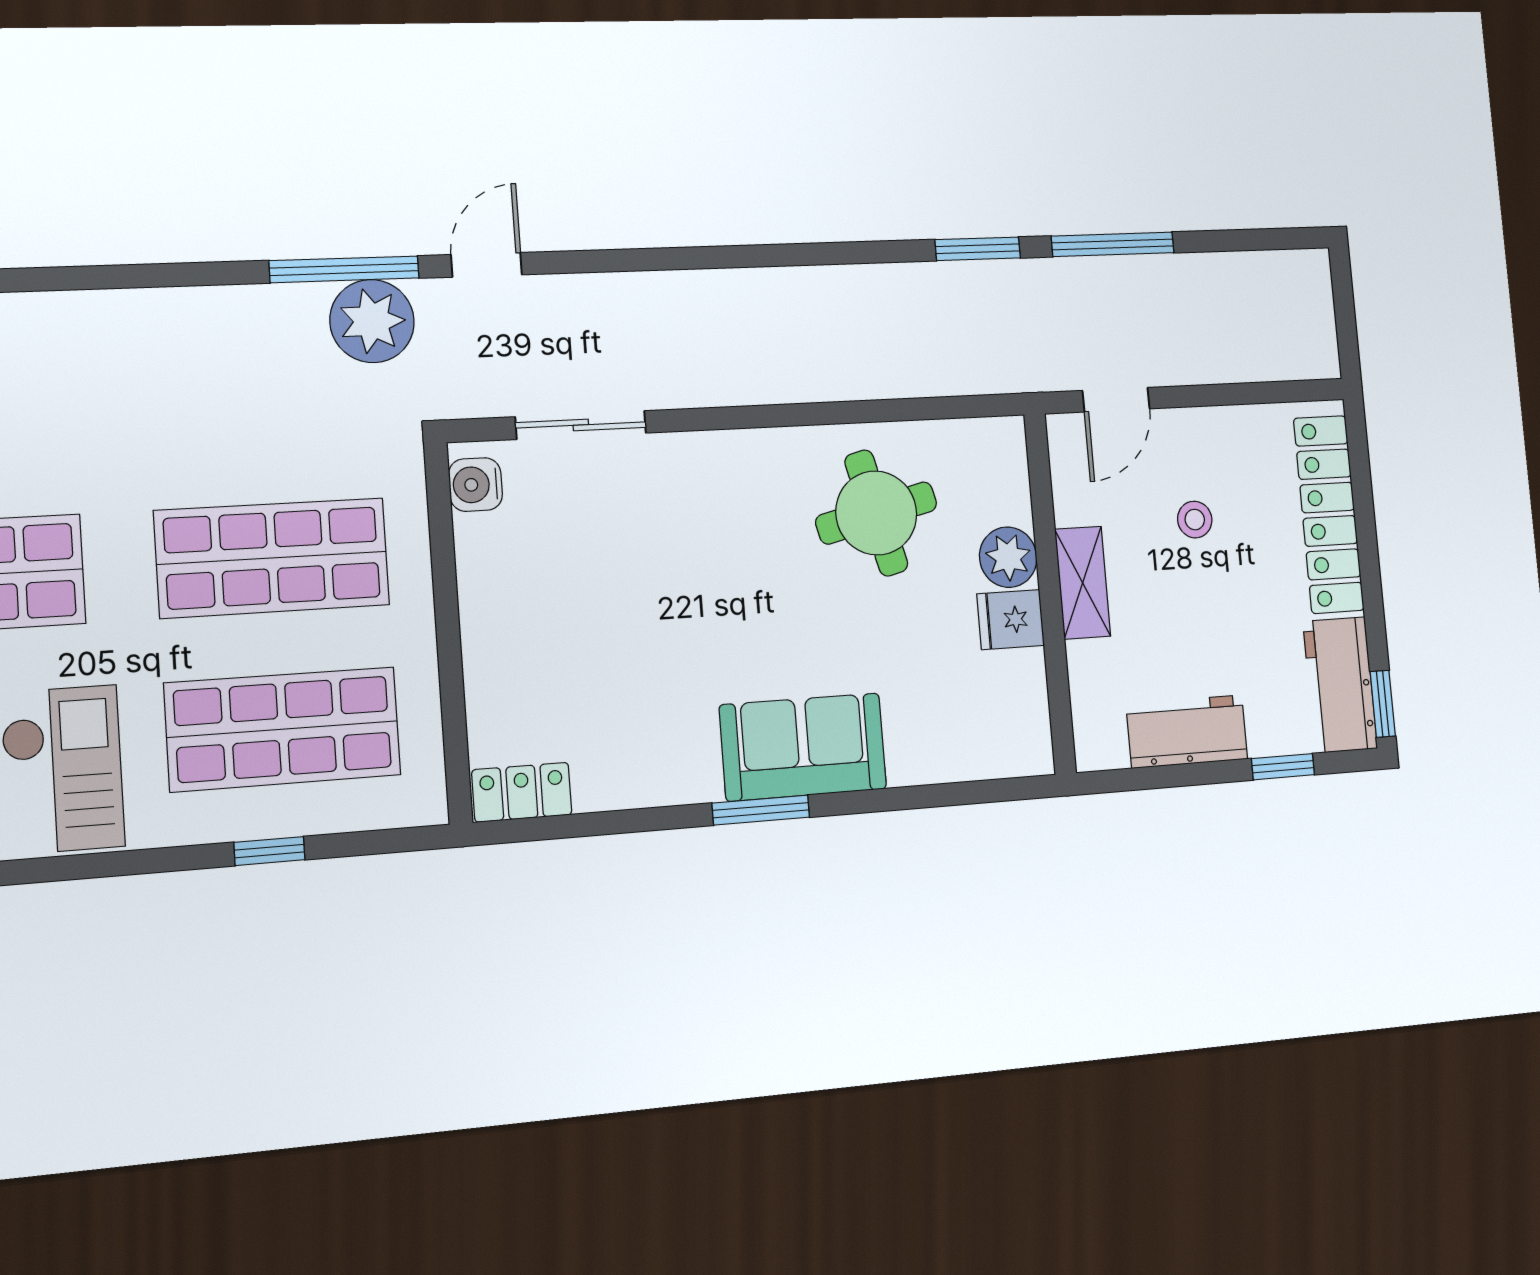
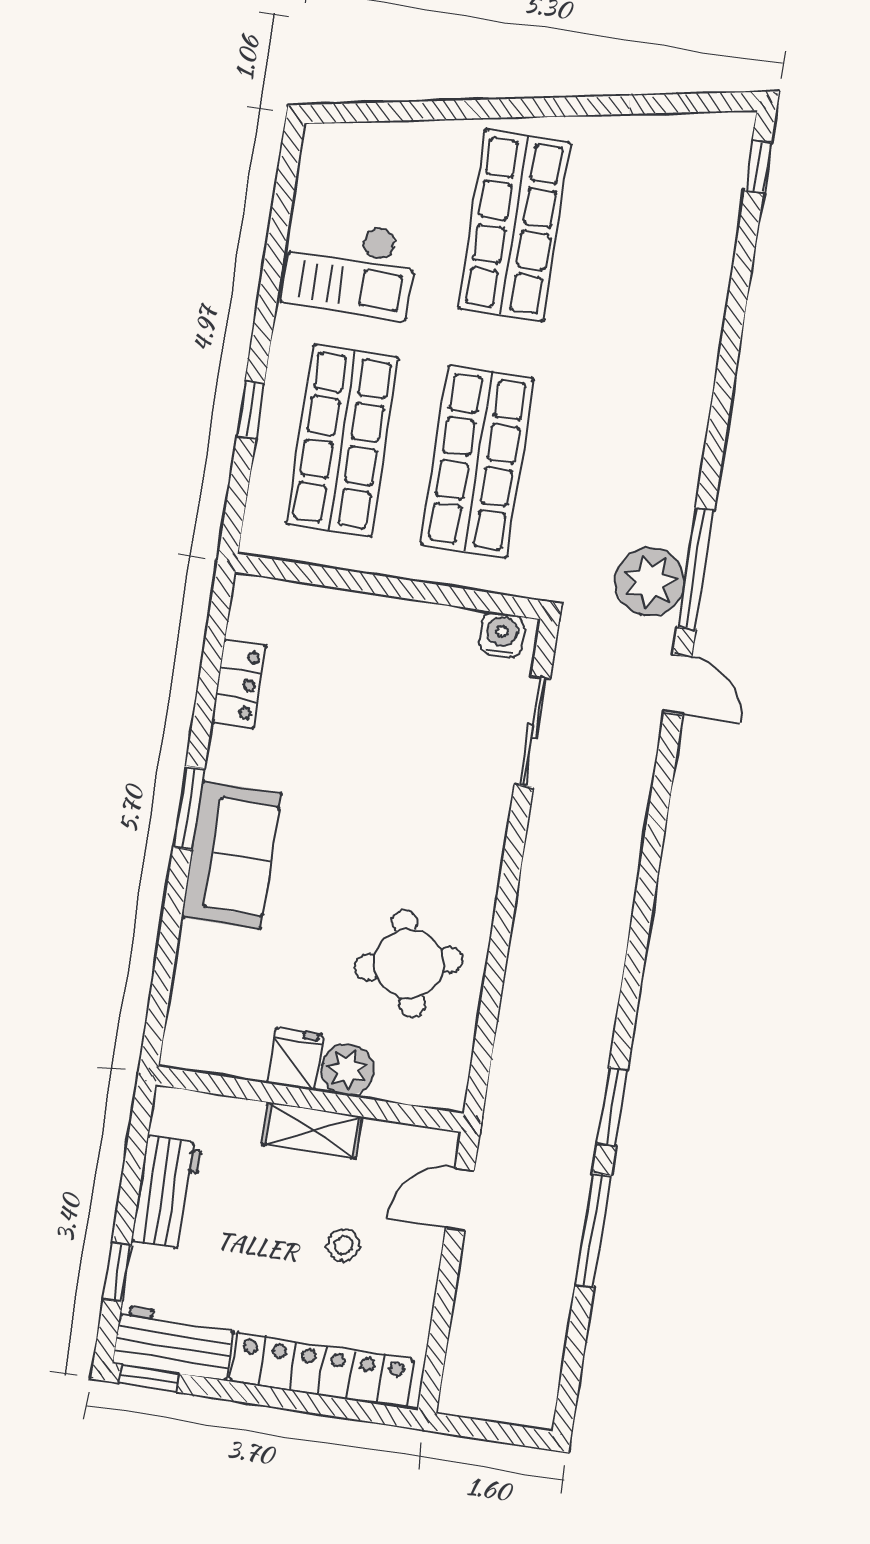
door: (1116, 400) -> (460, 1199), hinge flipped
locker: (522, 792) -> (239, 684), moved

